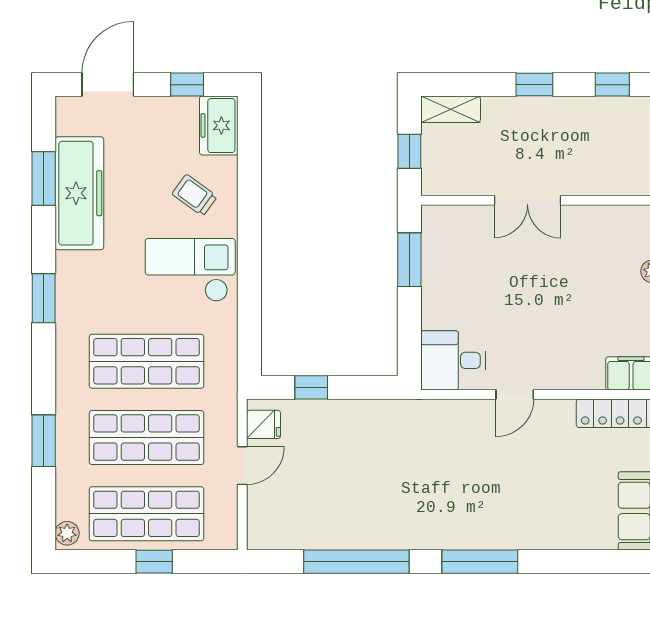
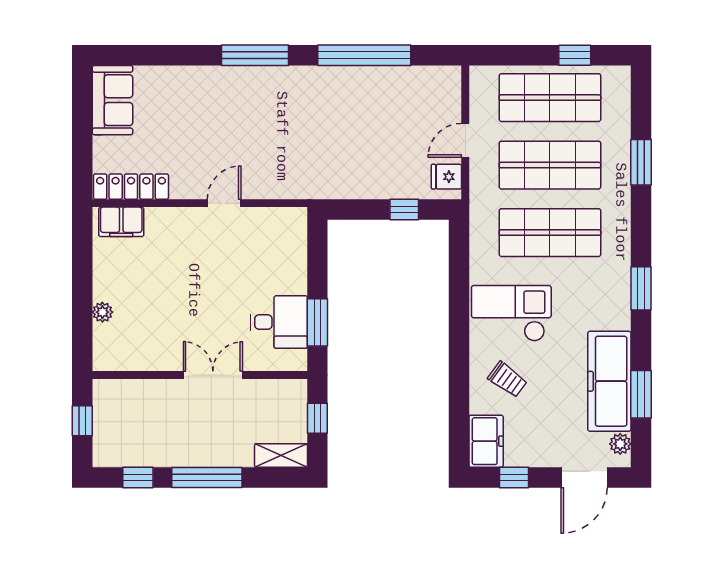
window: (534, 85) -> (207, 477), width x2.17
checkout: (190, 270) -> (511, 313), turned 180
desk: (453, 360) -> (279, 322), moved
plant: (67, 533) -> (620, 444), moved
window: (154, 562) -> (575, 55), moved

